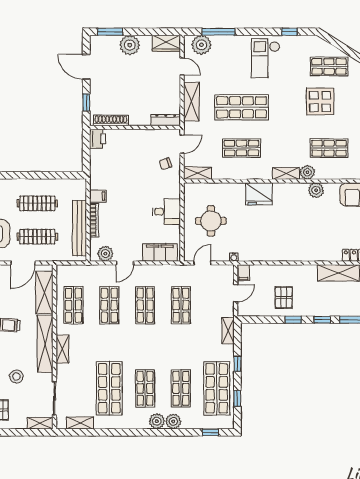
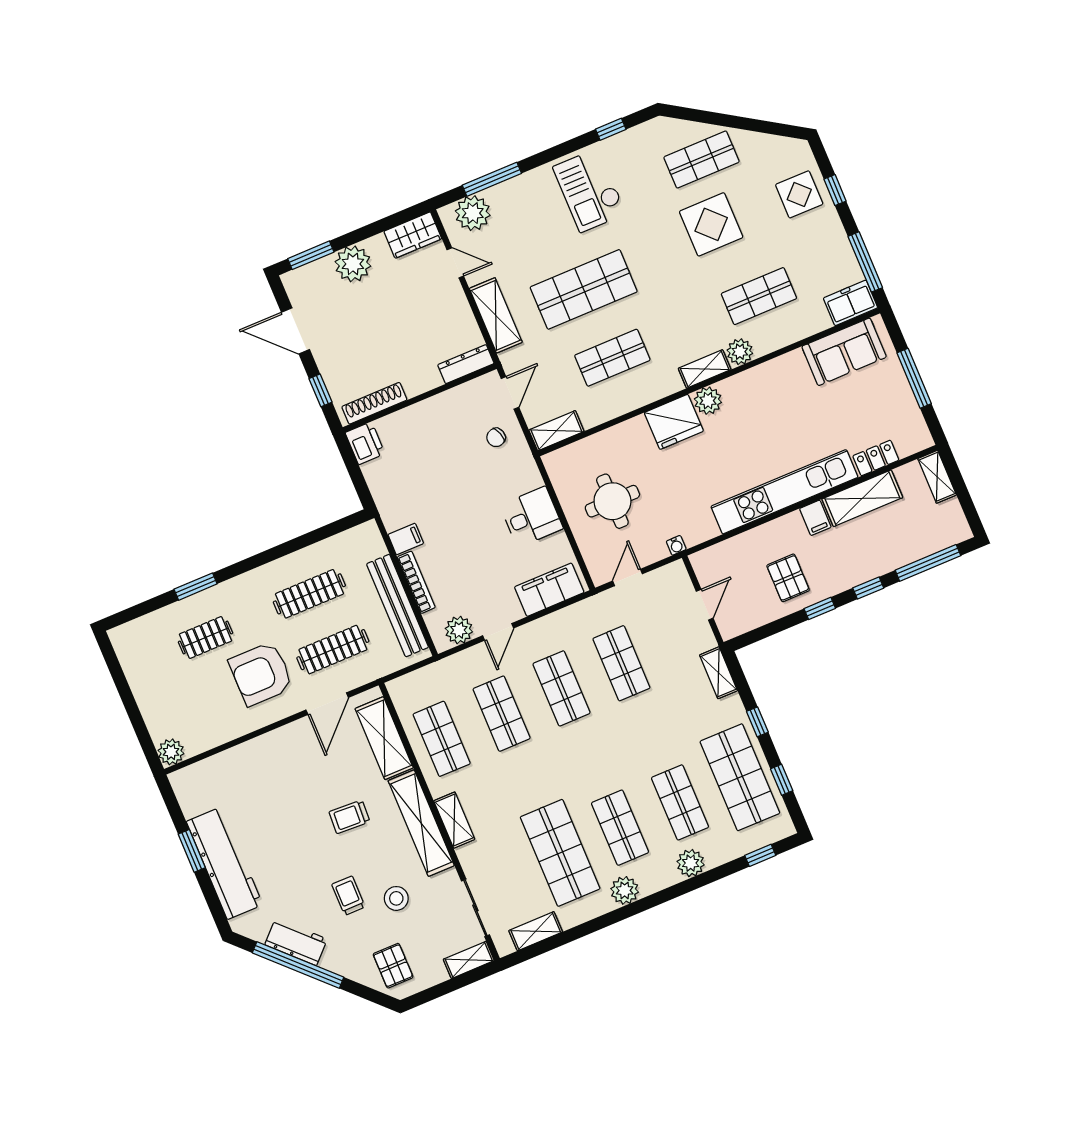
plant: (316, 190) -> (708, 401), moved
kitchen unit: (300, 253) -> (784, 492), added
filing cabinet: (243, 273) -> (815, 518), moved
plant: (157, 421) -> (625, 890), moved

